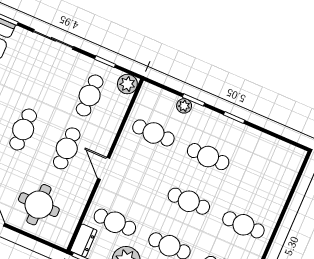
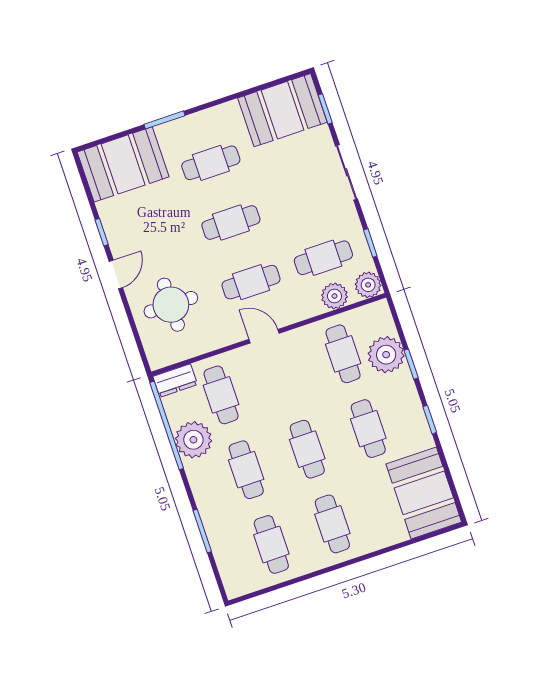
plant: (184, 106) -> (386, 355), width x1.88, depth x1.88
plant: (117, 109) -> (334, 296), added
booth: (272, 158) -> (424, 493), added
door: (104, 168) -> (264, 336), hinge flipped

